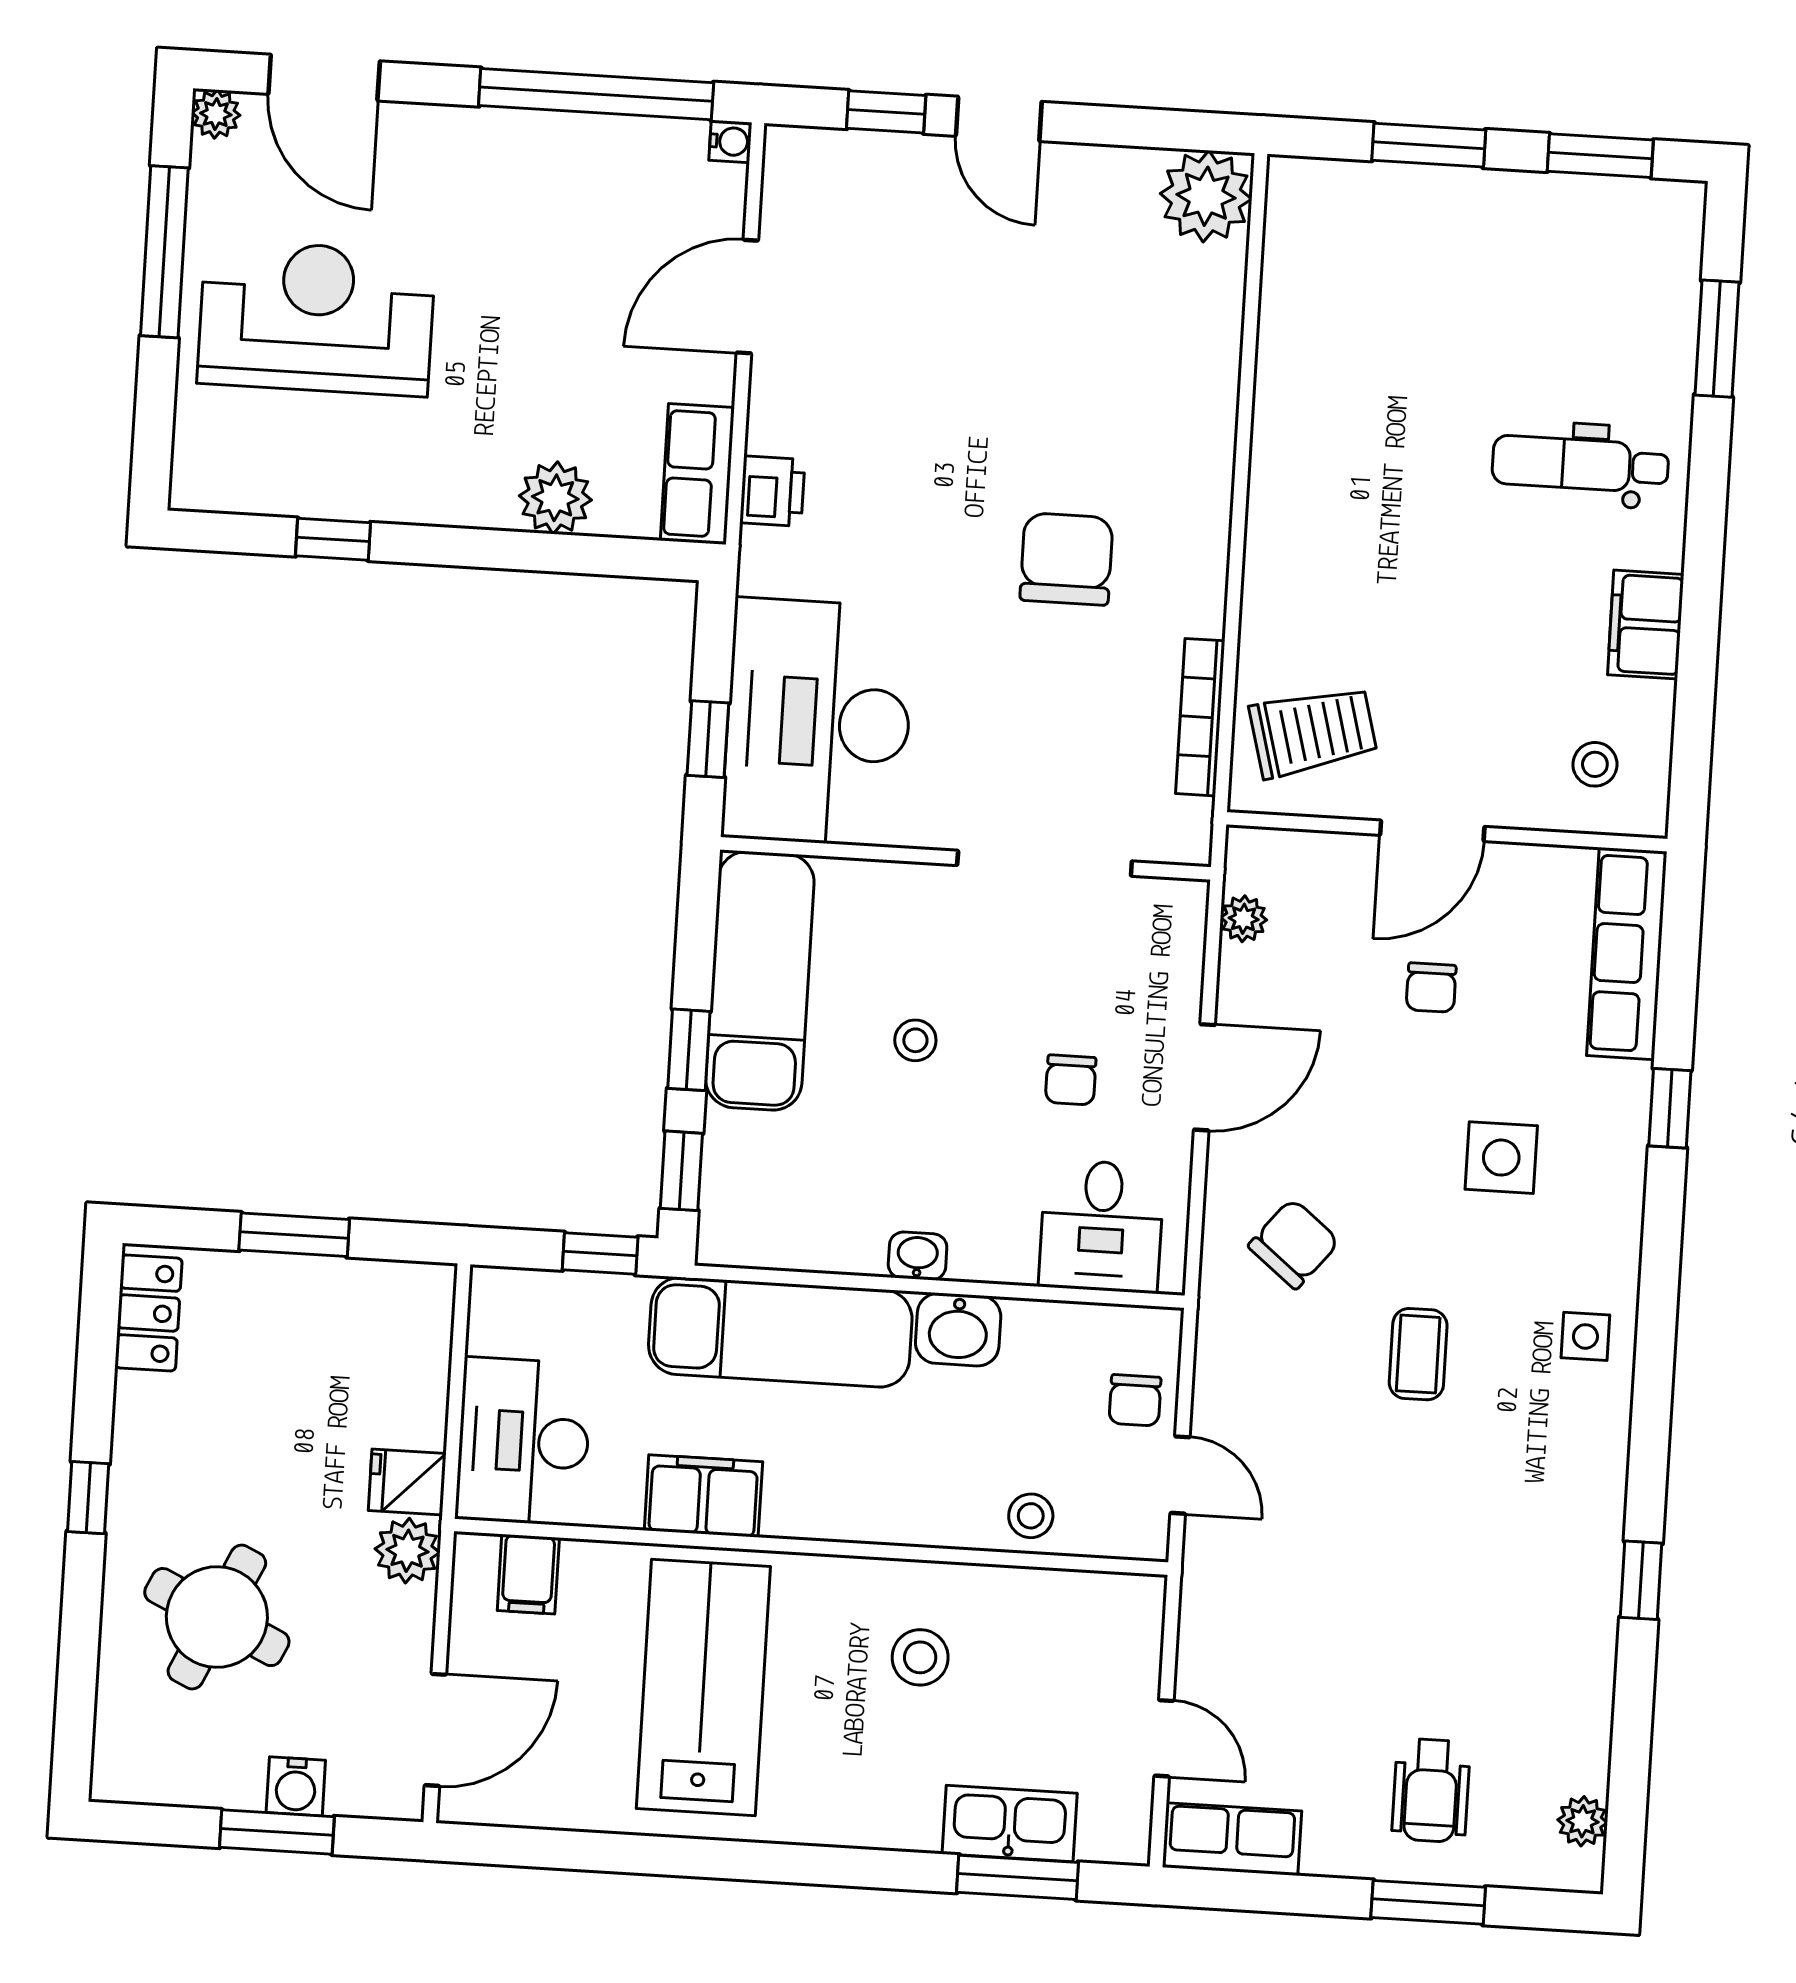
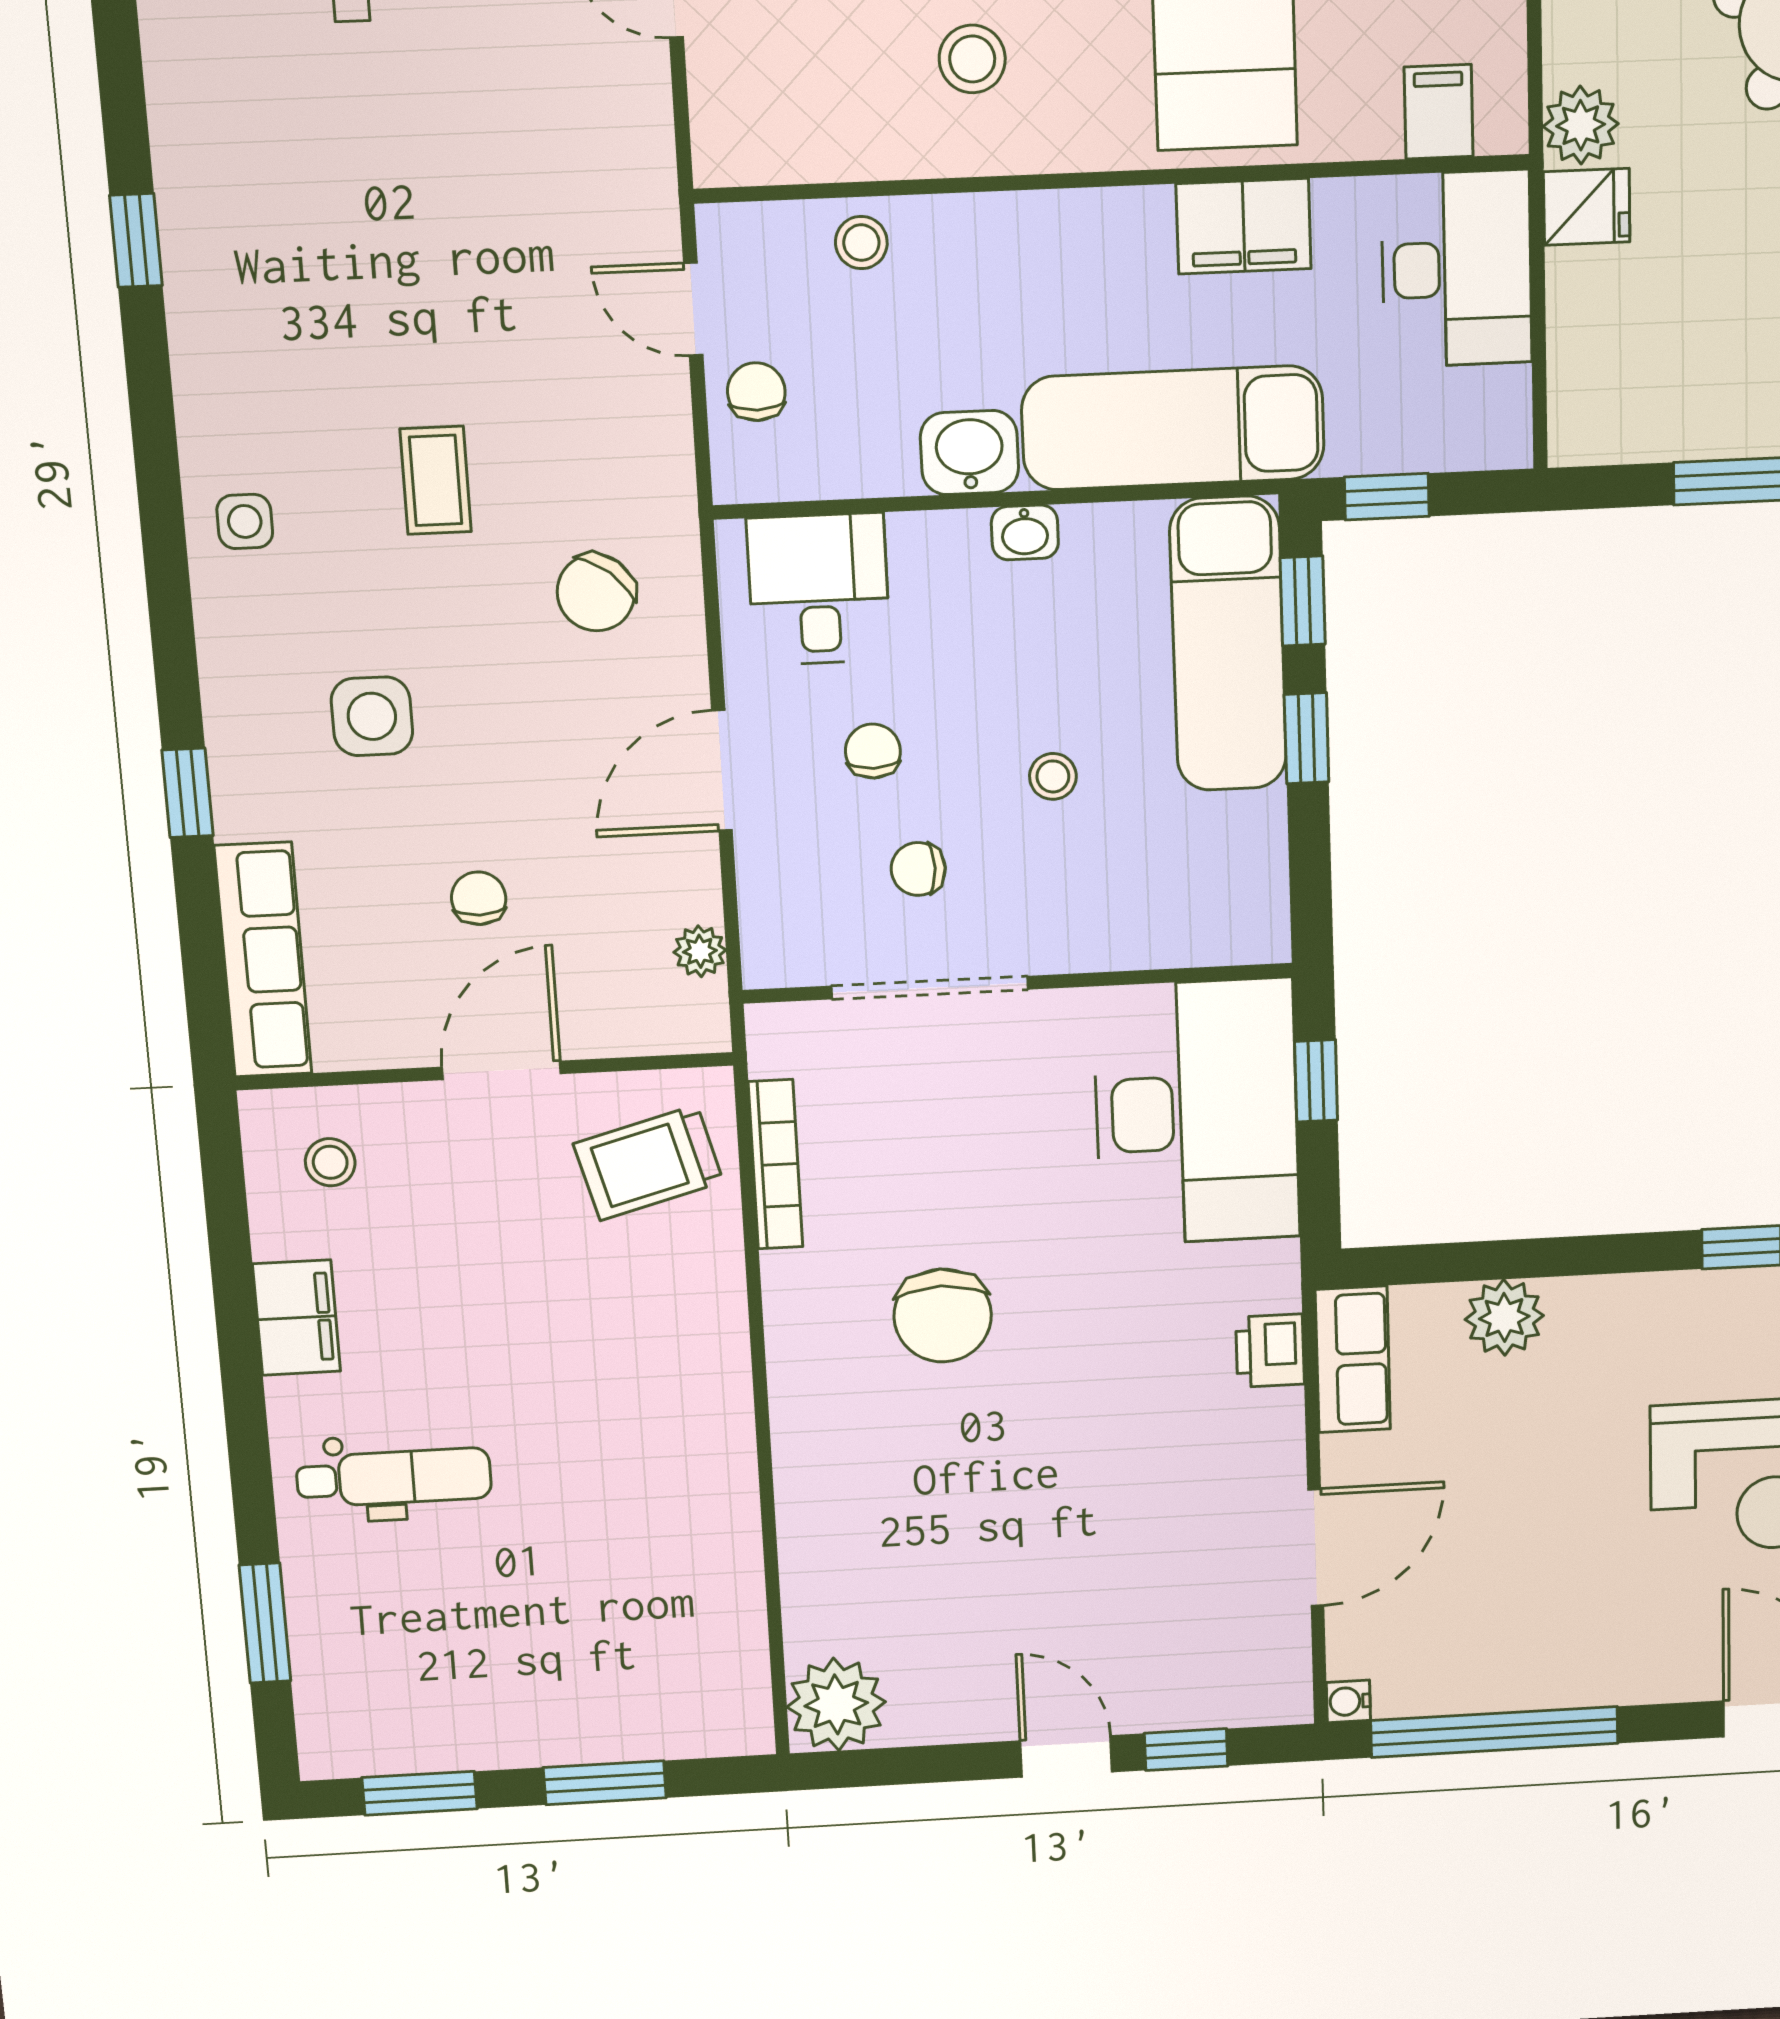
chair: (1043, 971) -> (918, 869), added
exam couch: (760, 981) -> (1228, 644), moved

